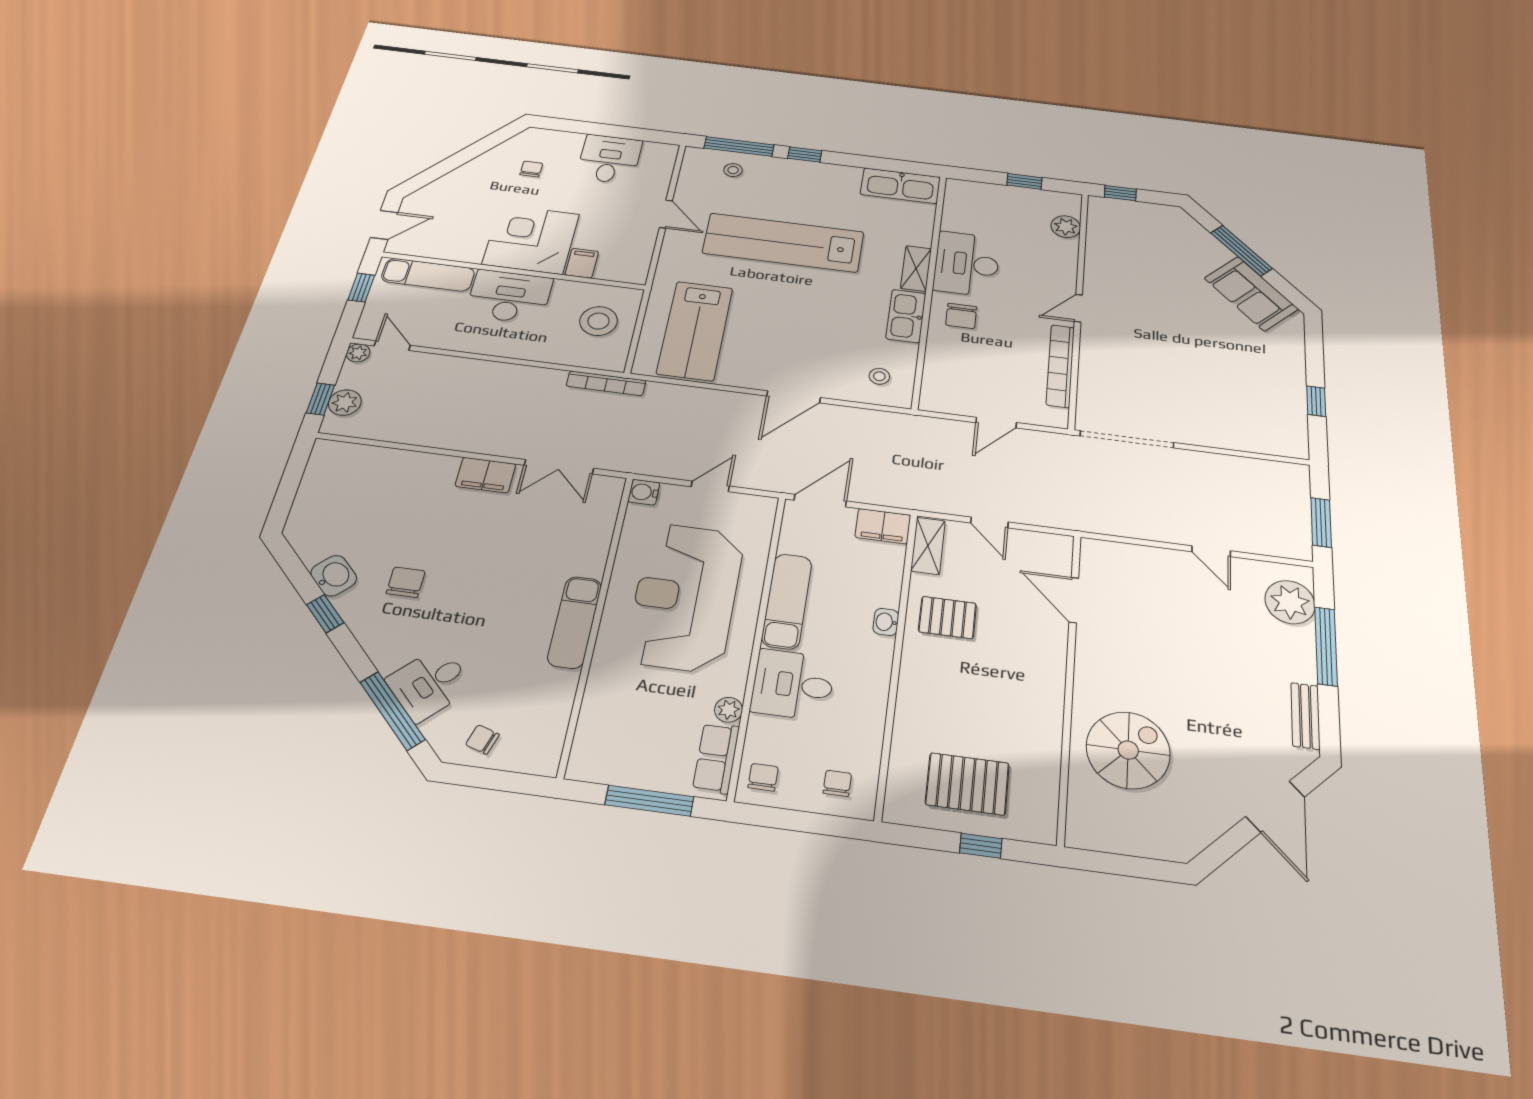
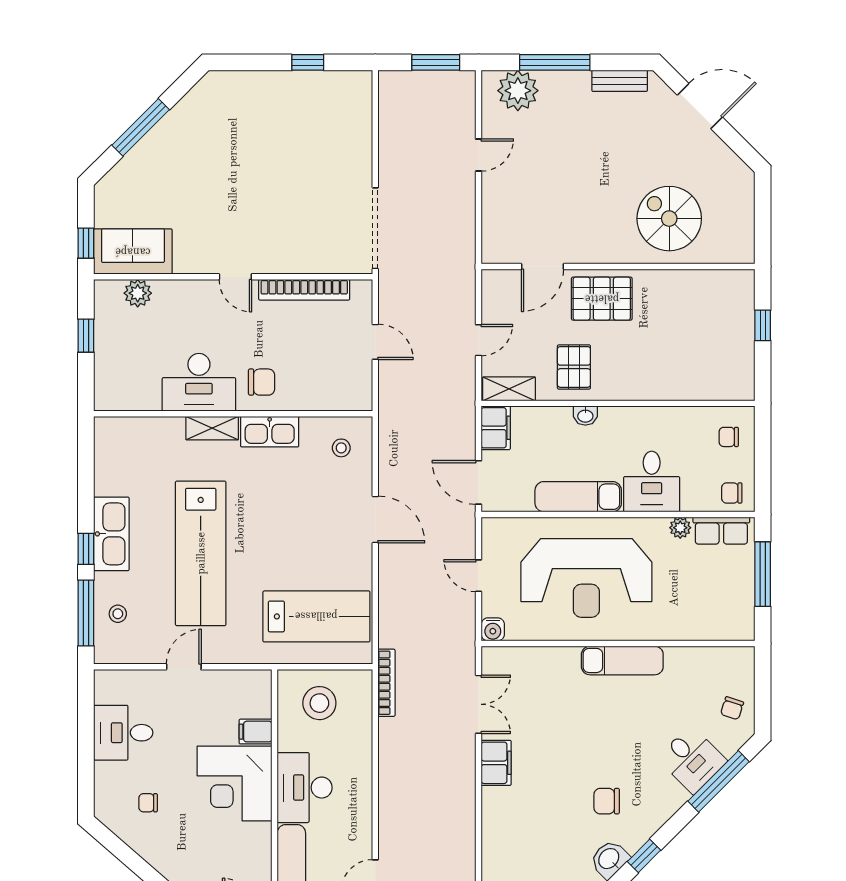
kitchen sink: (900, 186) -> (111, 534), moved
sofa: (1251, 294) -> (133, 252), moved, turned -135
pallet: (967, 784) -> (602, 299), moved, turned 90

